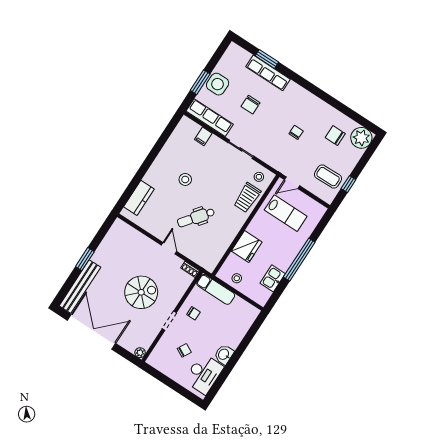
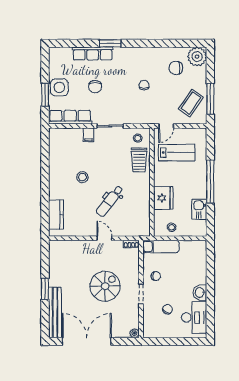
window: (267, 59) -> (110, 43), moved
filing cabinet: (203, 136) -> (88, 135), moved
coffee table: (328, 177) -> (191, 103), turned -54
window: (348, 184) -> (210, 99), width x2.17

